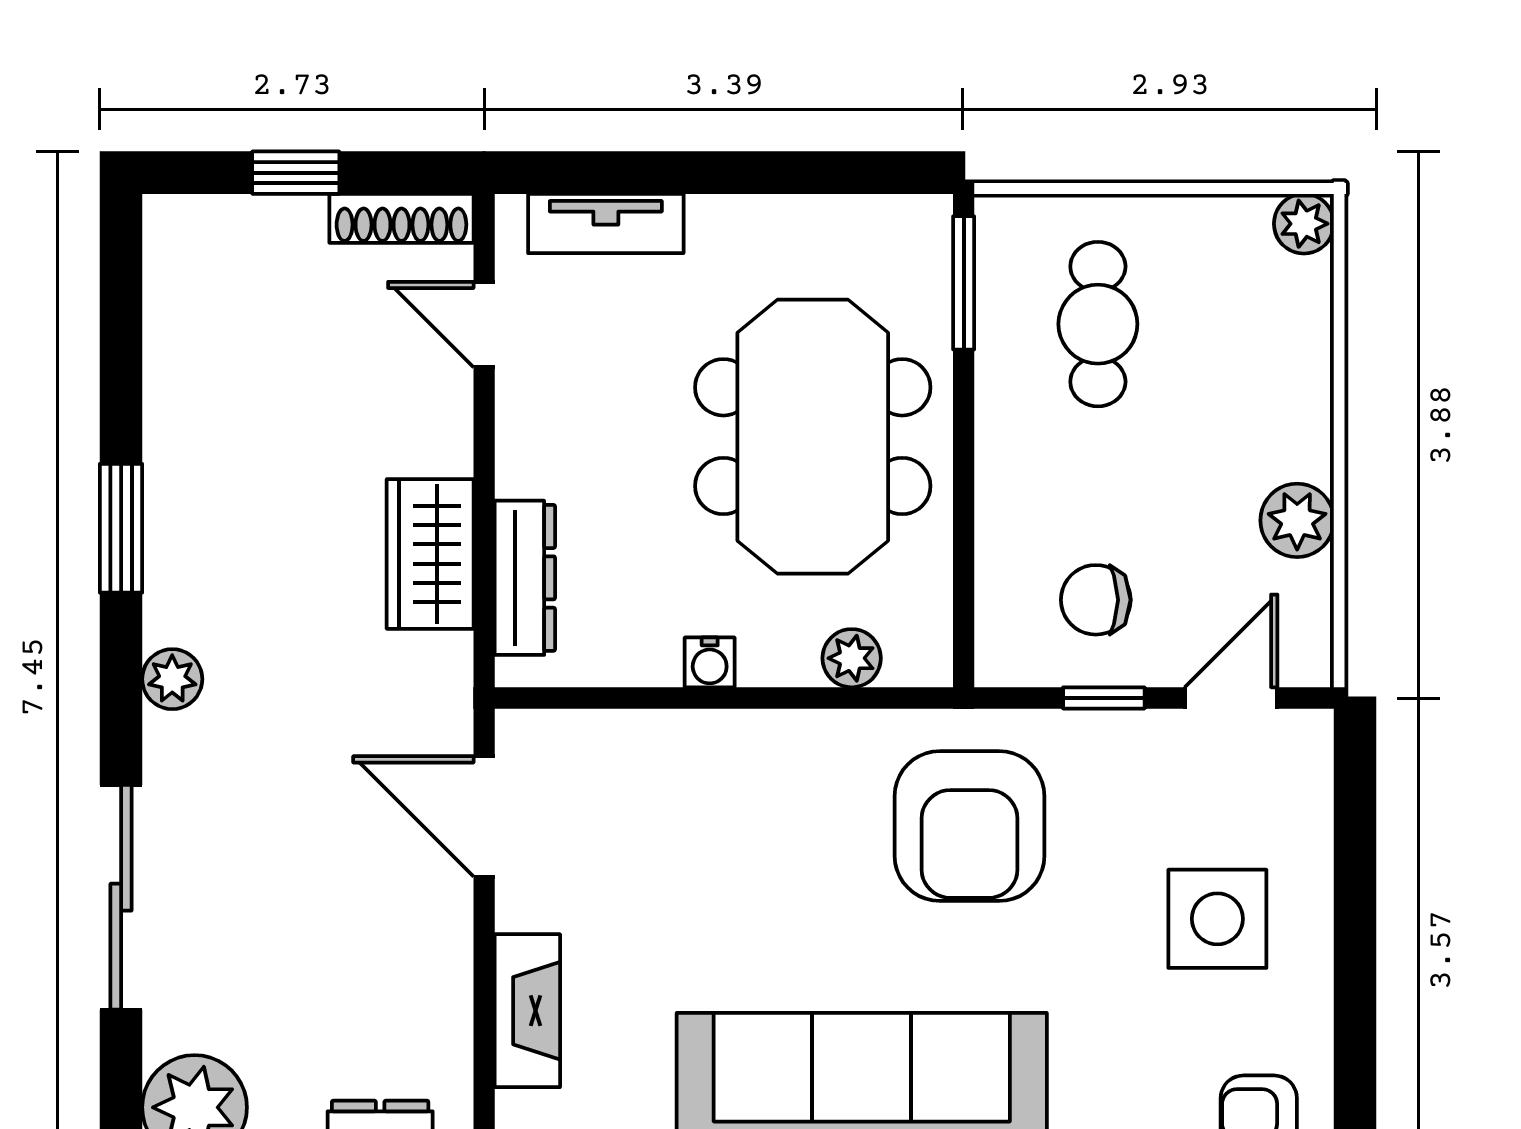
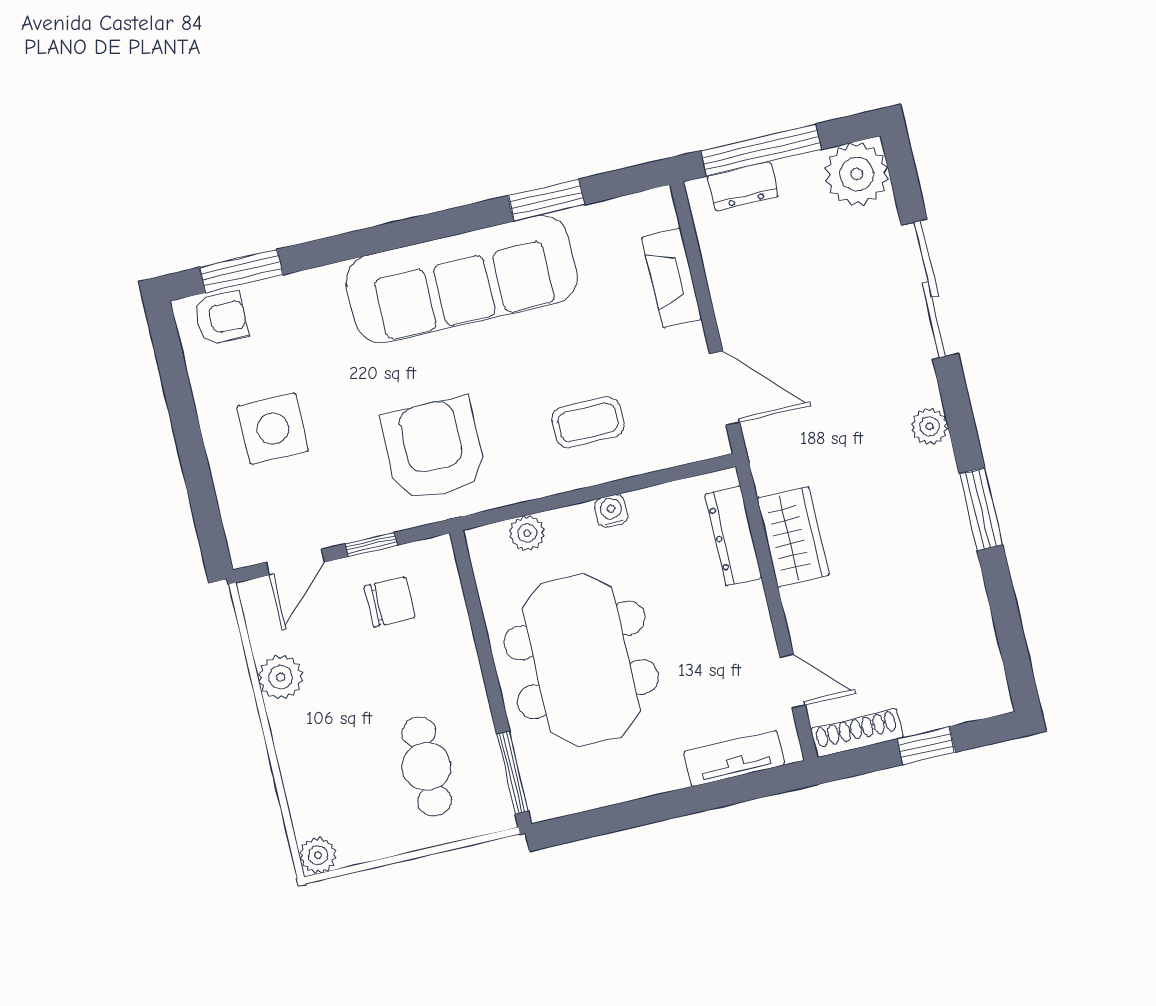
coffee table: (714, 812) -> (588, 422), added

